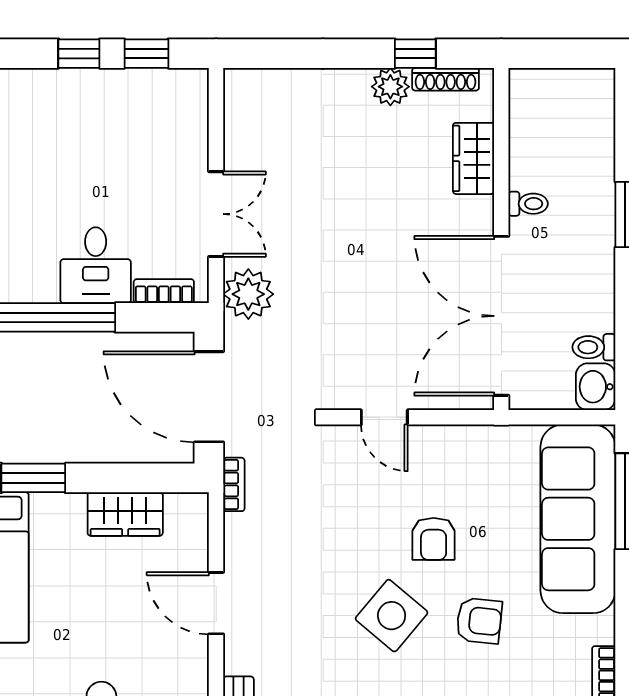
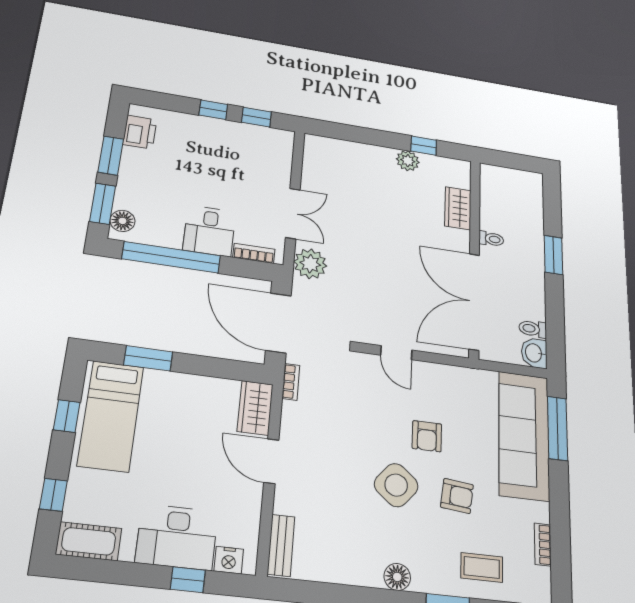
shoe rack: (446, 79) -> (442, 162), removed
wardrobe: (125, 514) -> (255, 408), moved, turned 90

